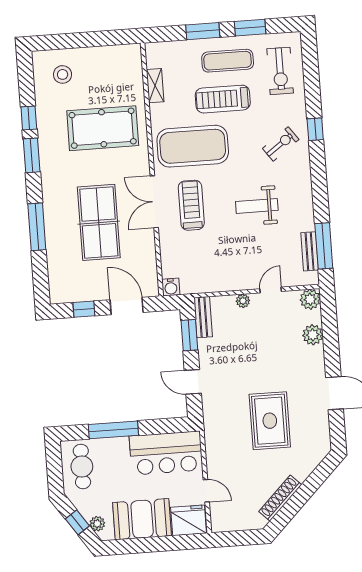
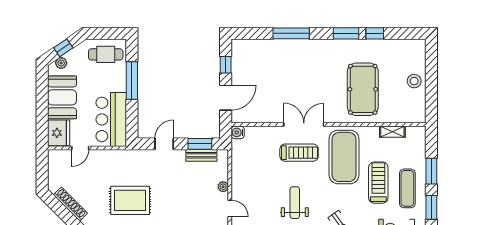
stool: (63, 74) -> (414, 81), moved
table tennis table: (99, 222) -> (291, 81), removed
bench: (203, 317) -> (201, 155), moved

